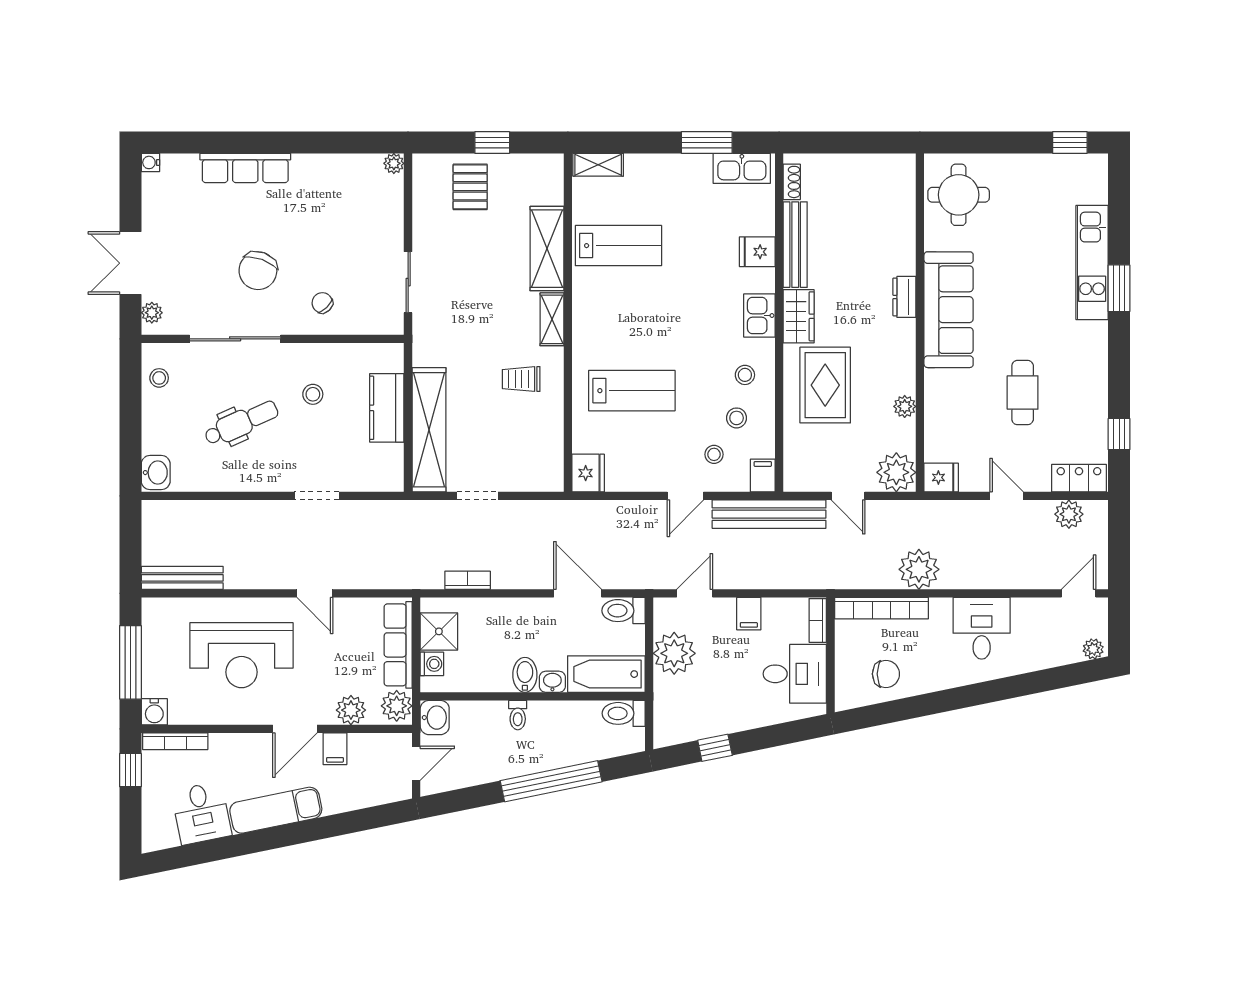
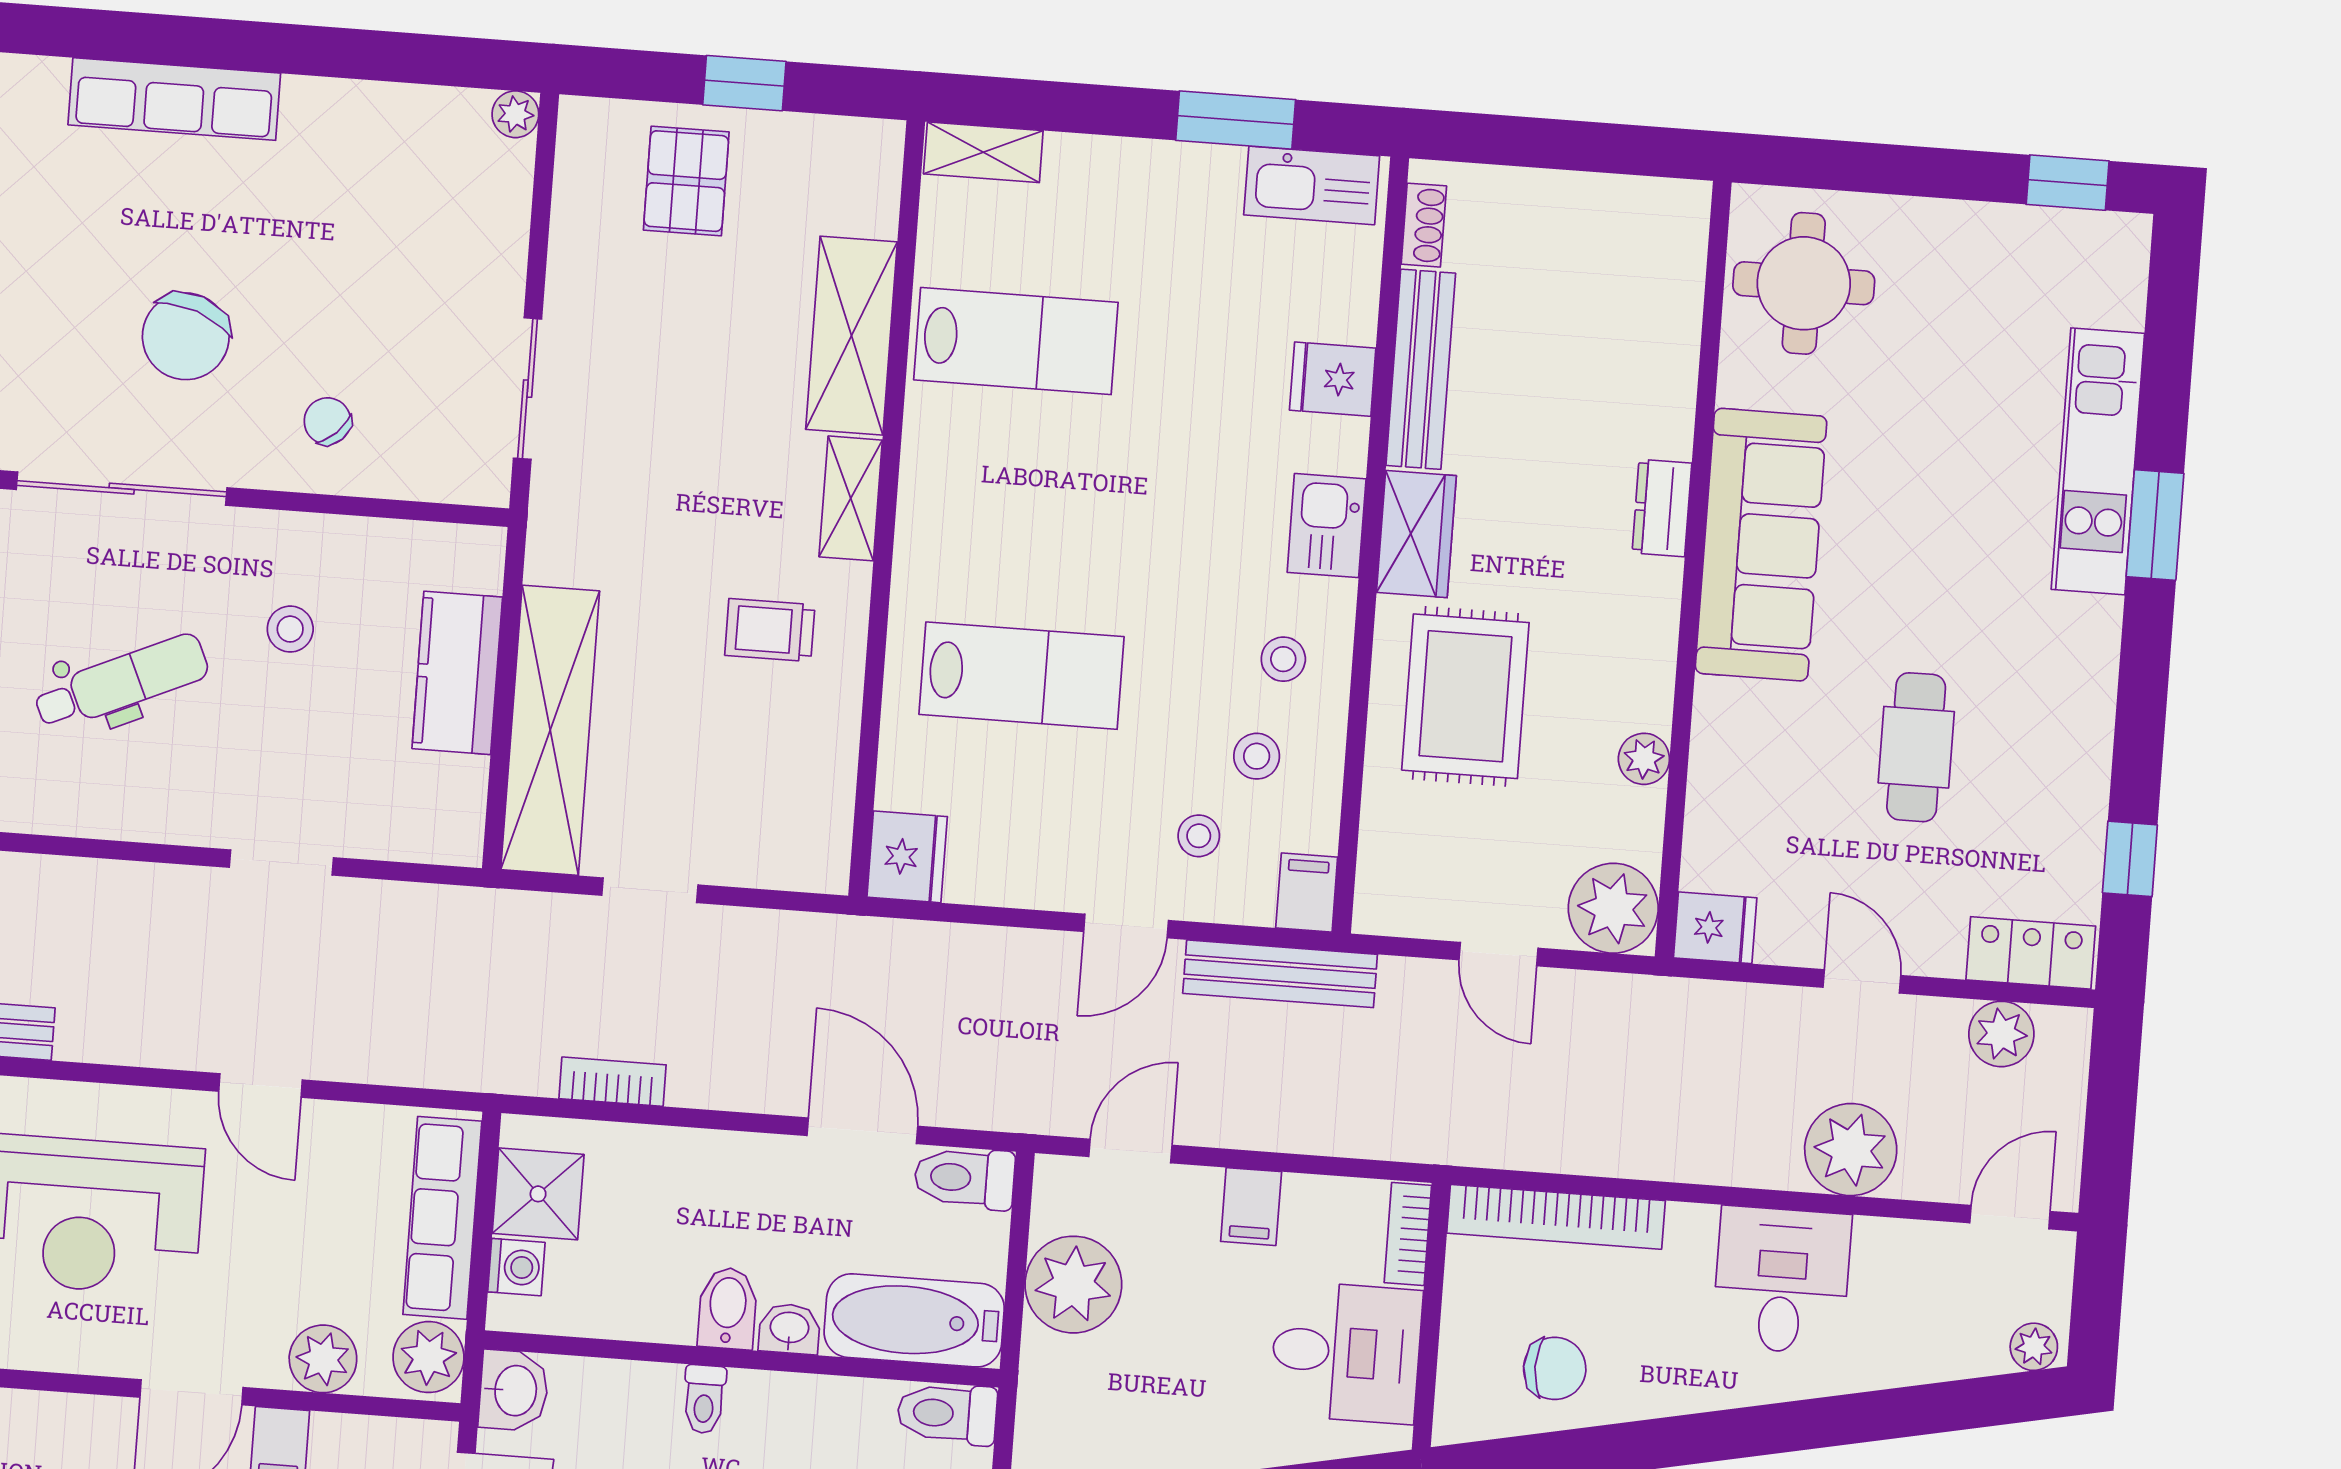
bench: (769, 514) -> (1280, 974), width x0.73, depth x0.82
plant: (919, 569) -> (1851, 1150), moved

